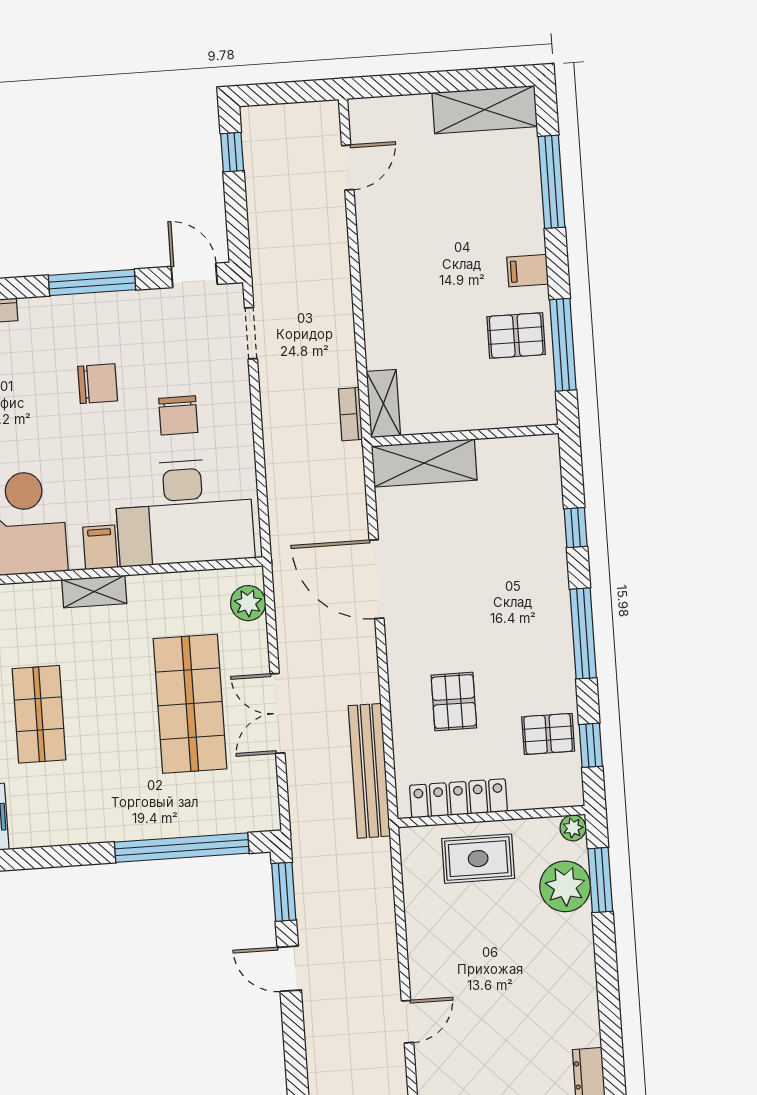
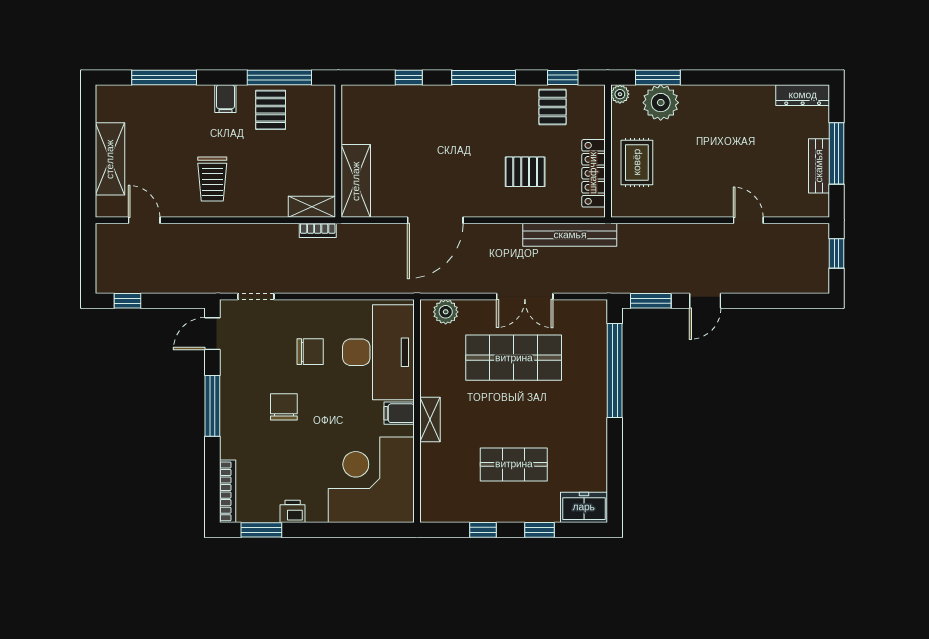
shelving: (485, 110) -> (110, 159), moved
trolley: (413, 260) -> (212, 179), added

